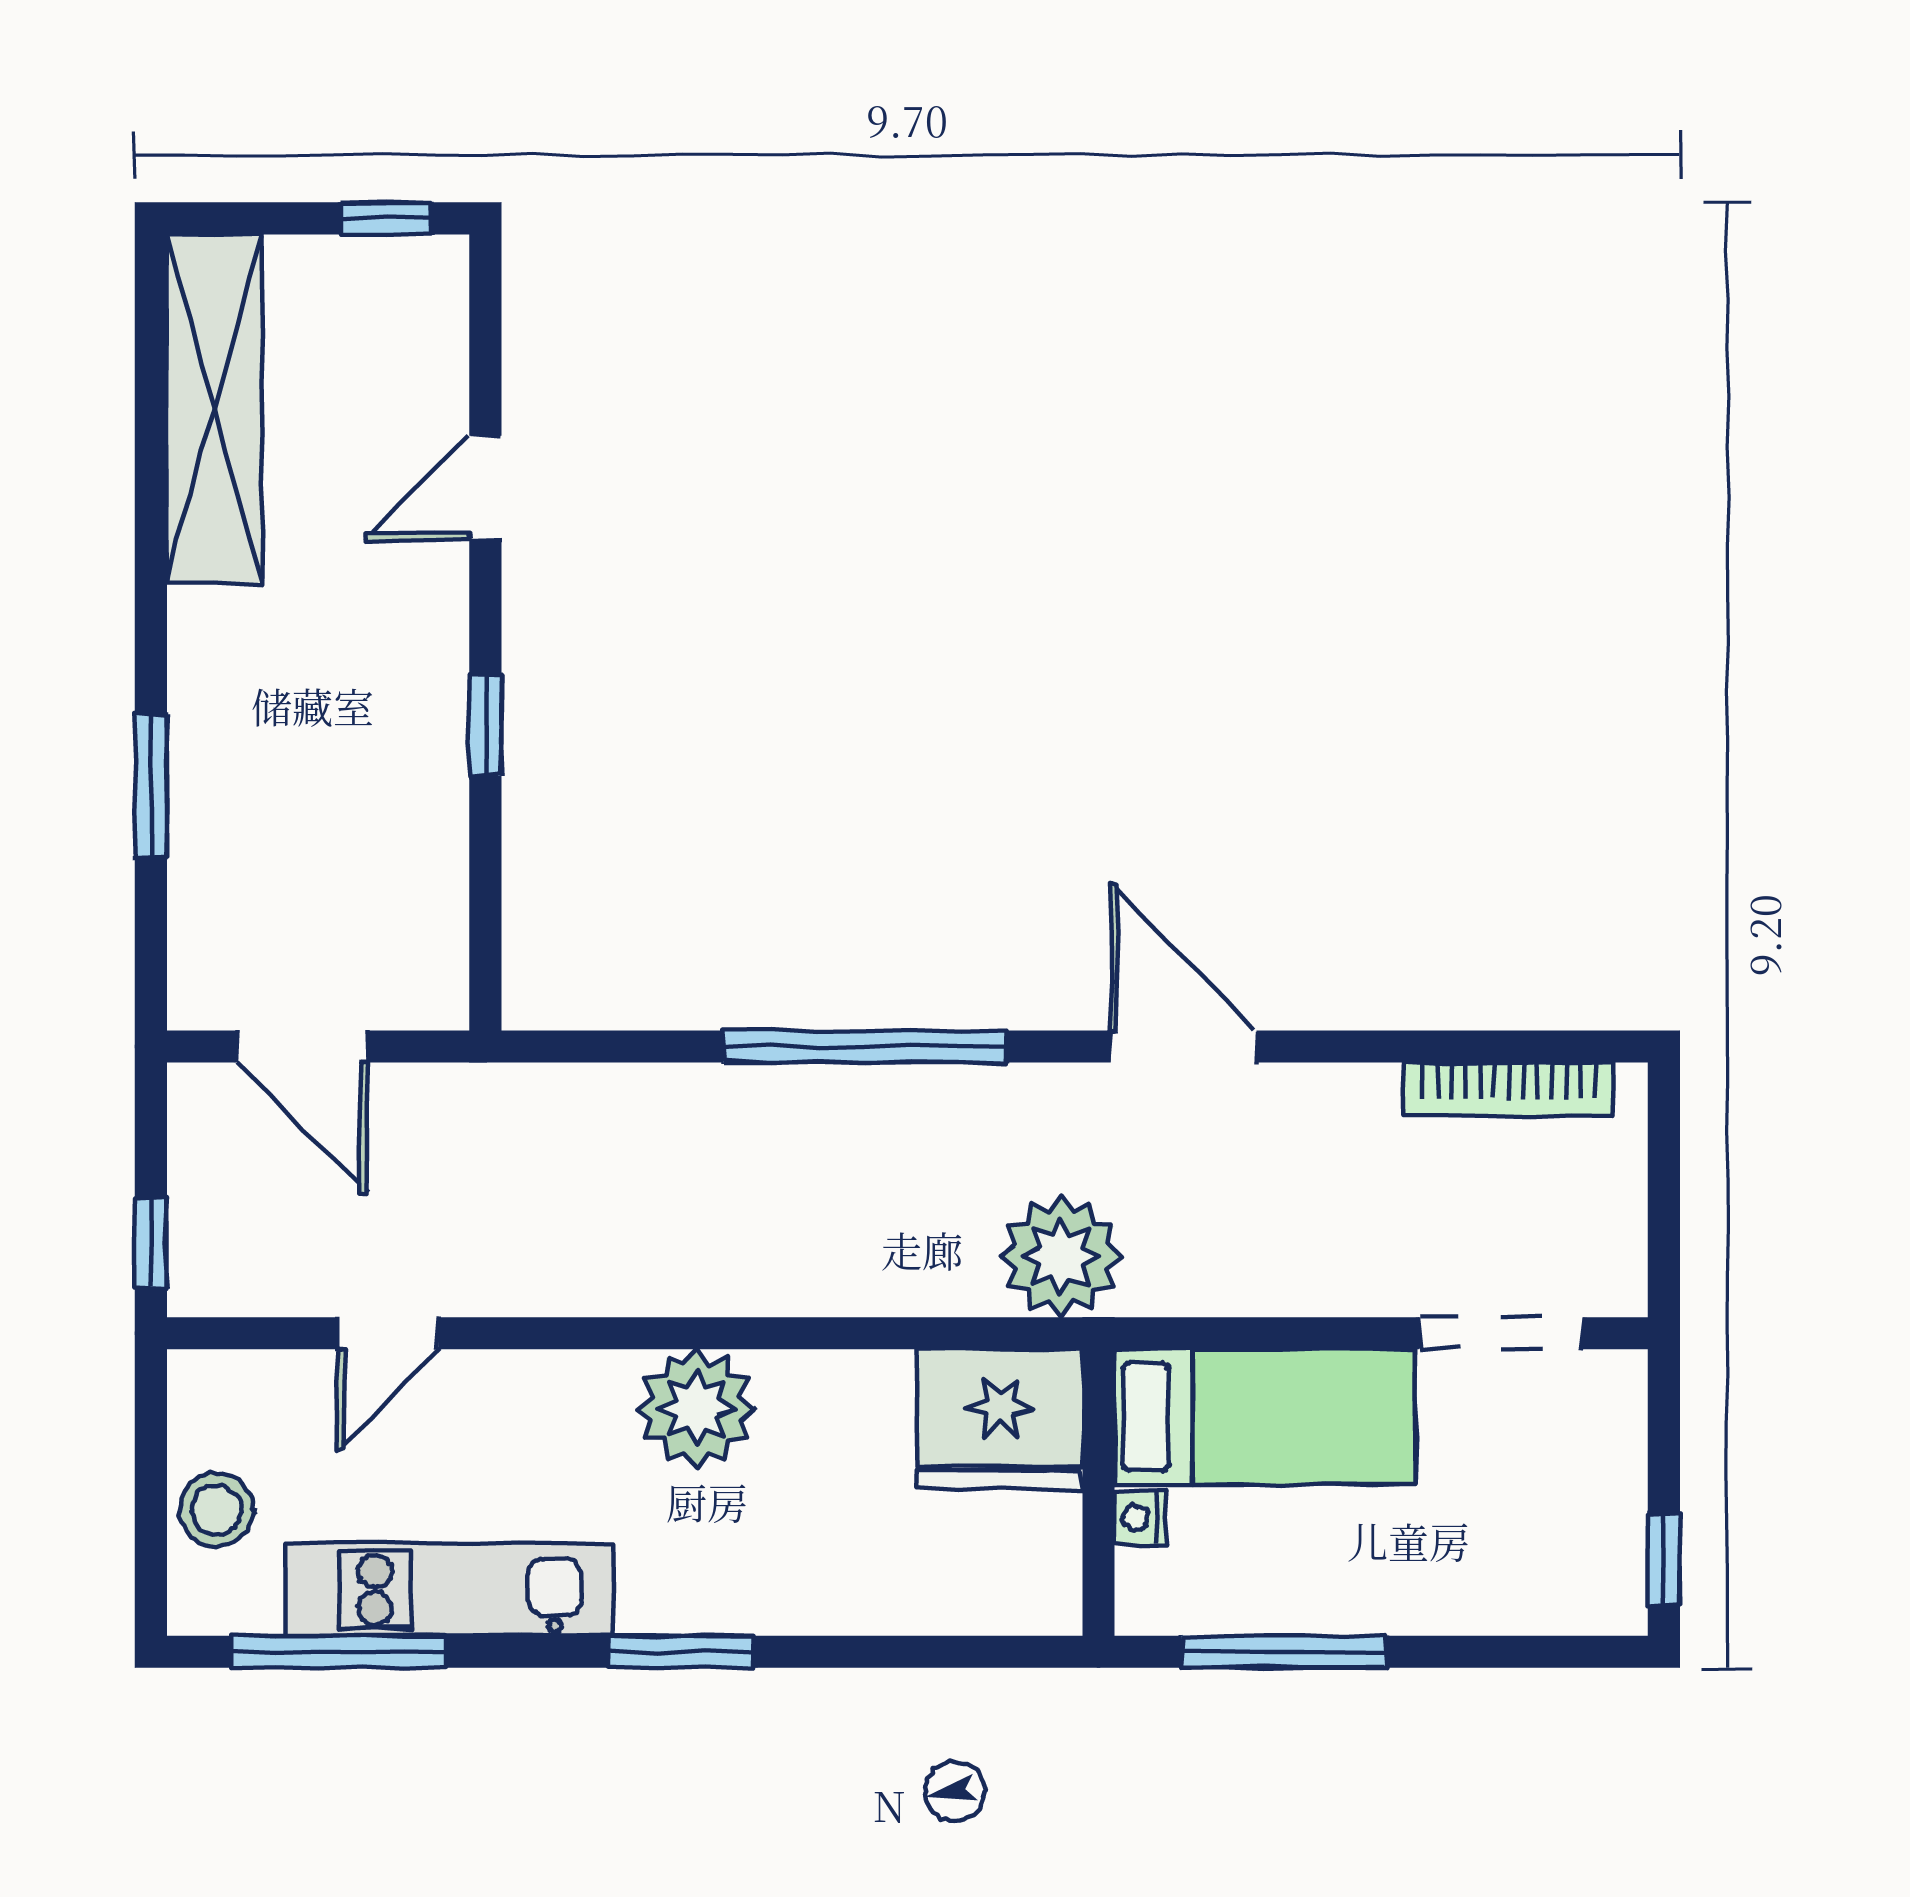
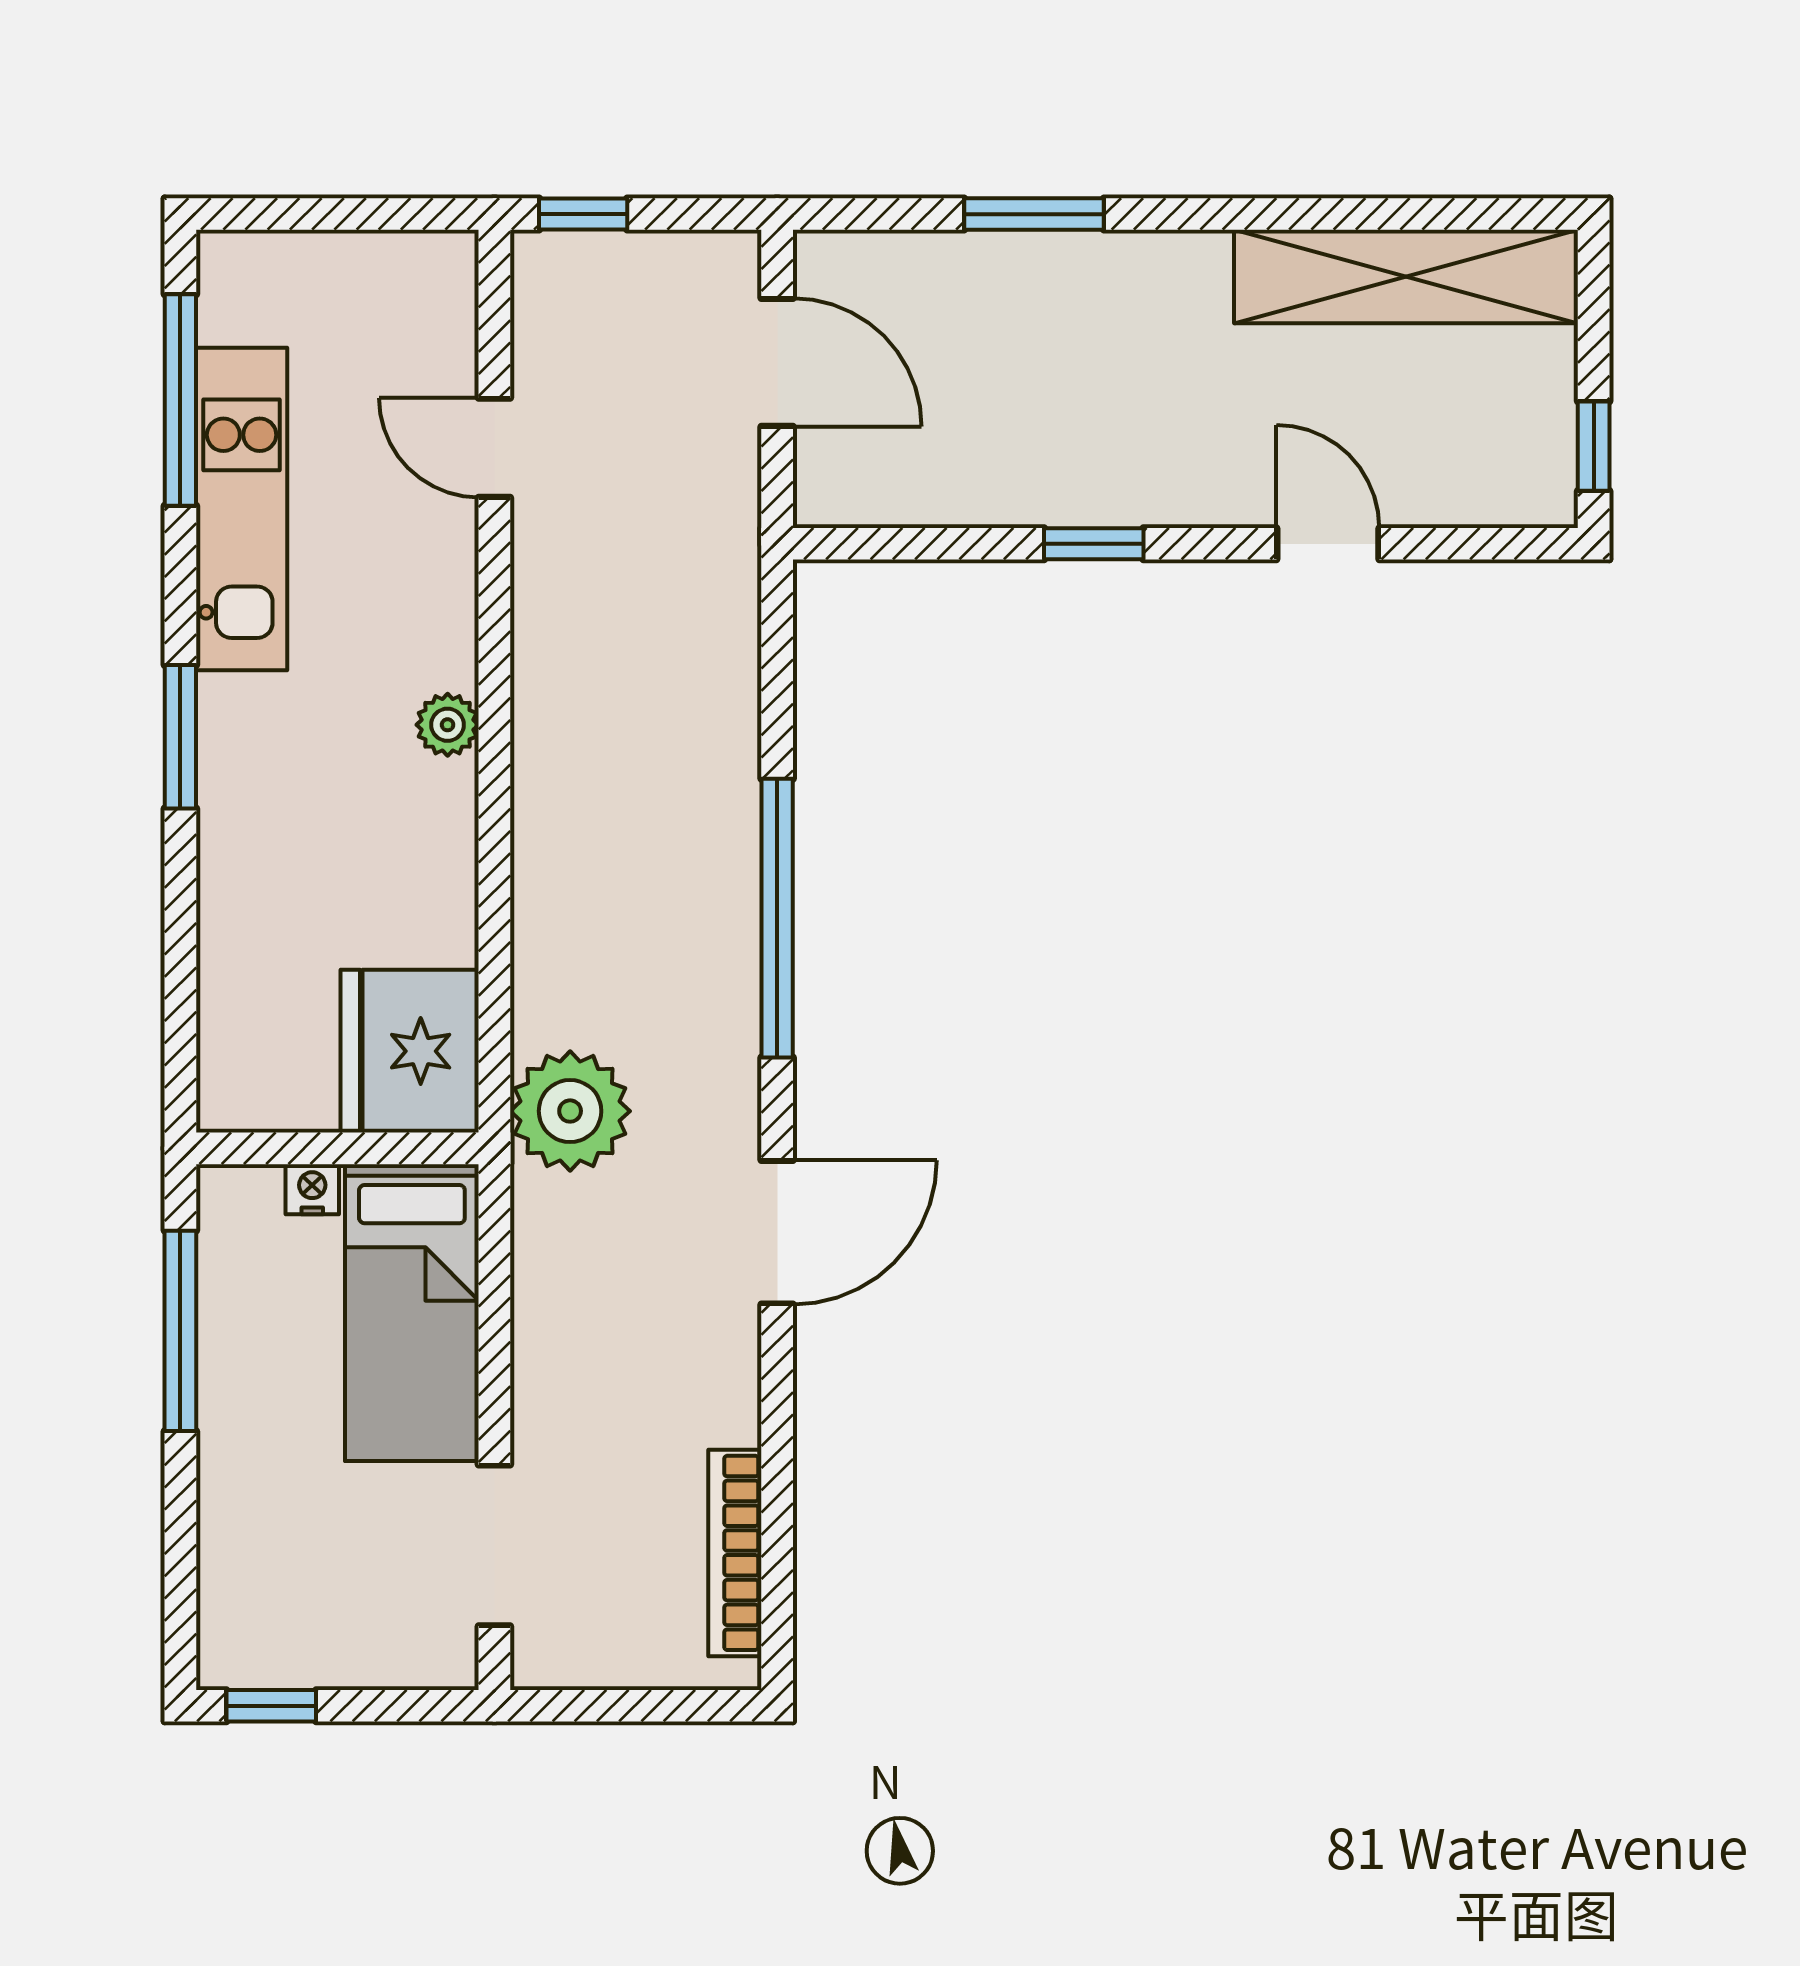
door: (301, 1047) -> (777, 362), swing flipped
plant: (697, 1408) -> (448, 725), width x0.53, depth x0.53
stool: (216, 1510) -> (320, 279), removed

